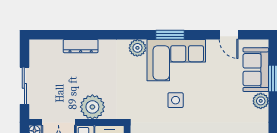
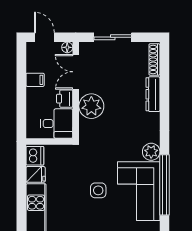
window: (170, 35) -> (164, 185), width x2.11
shoe rack: (46, 45) -> (154, 59), added

